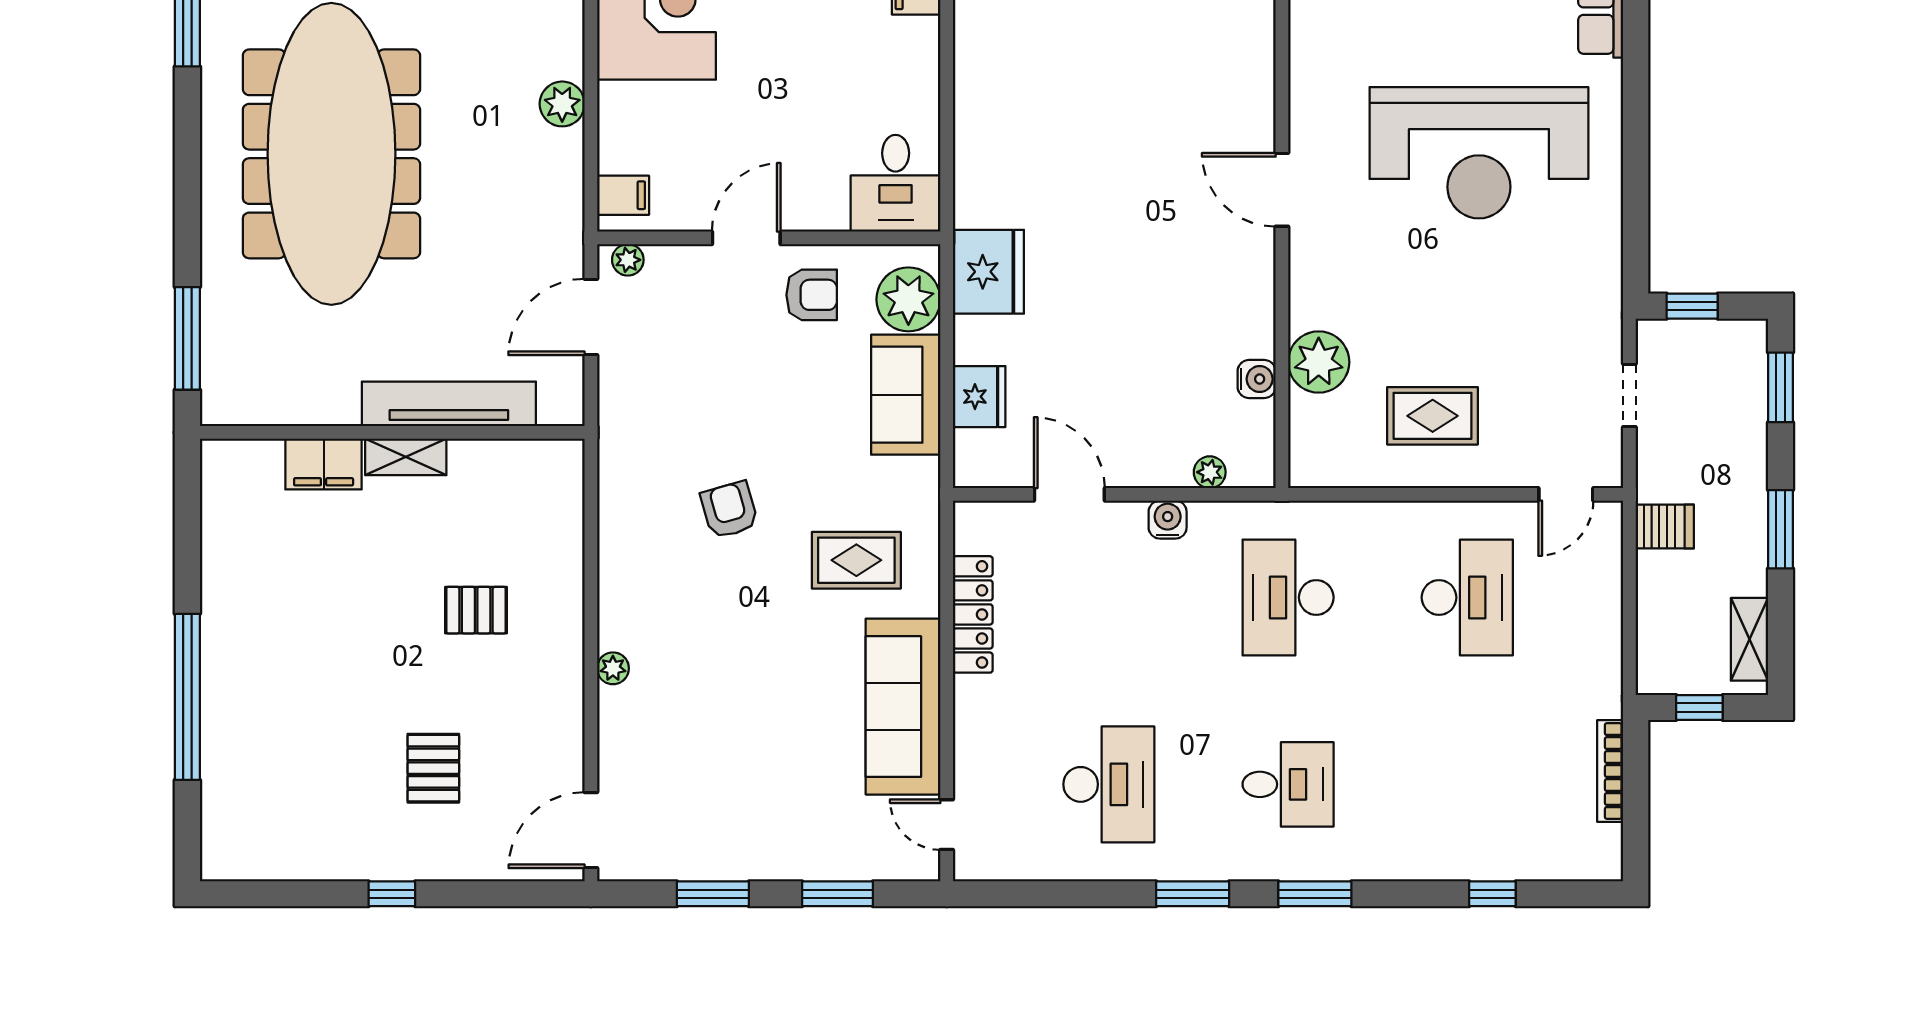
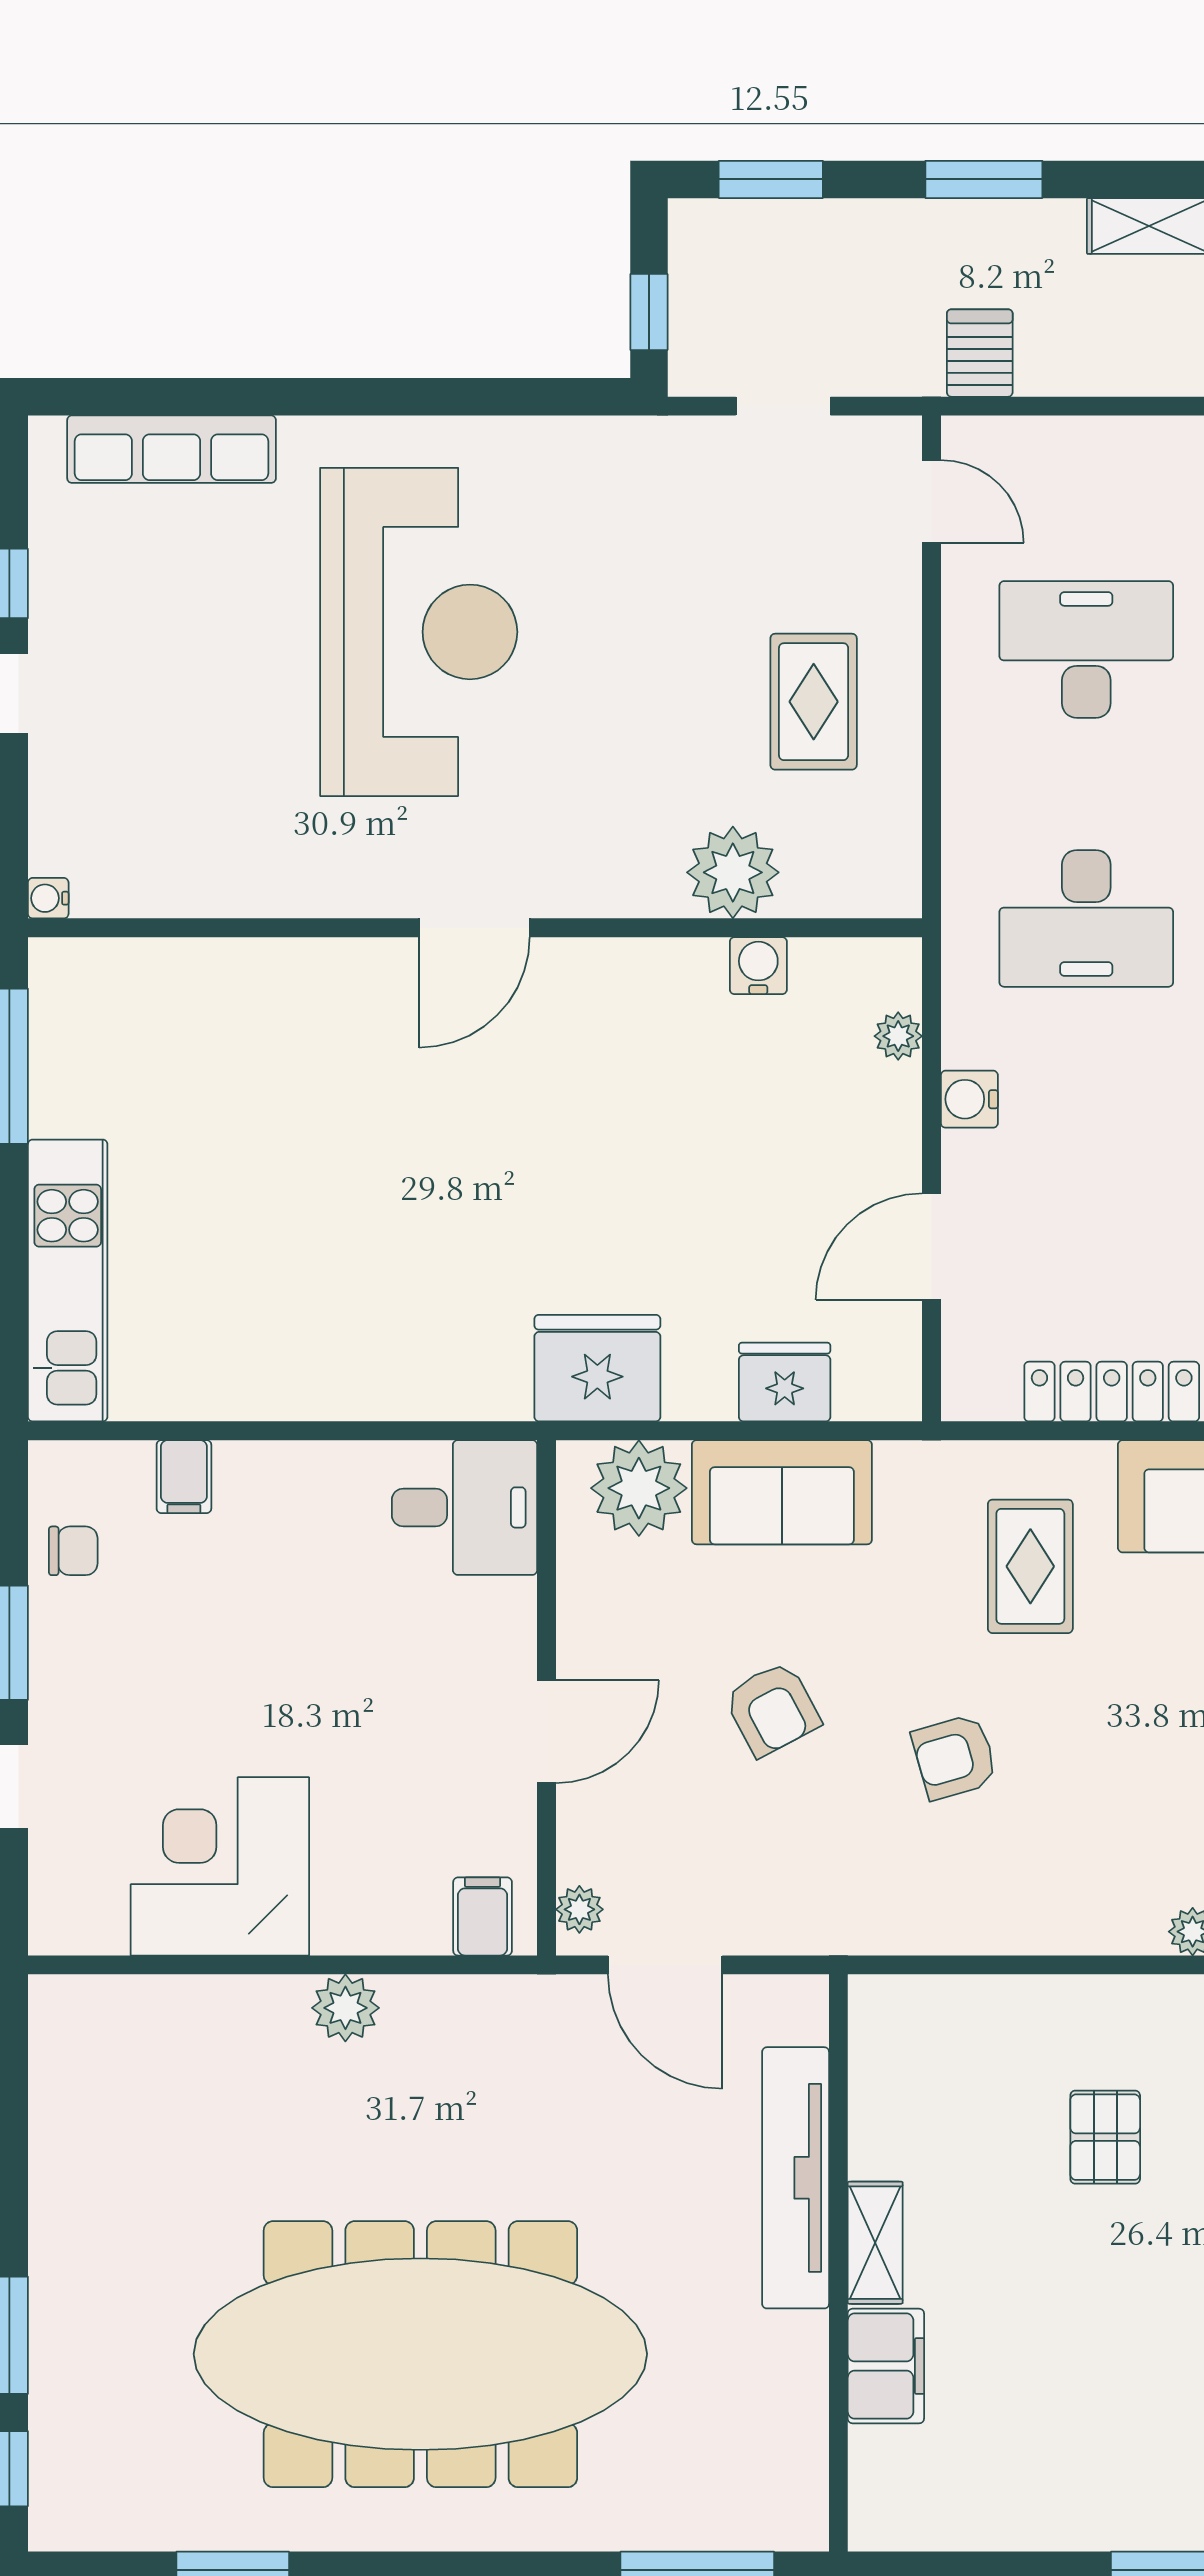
door: (746, 238) -> (546, 1732), swing flipped
armchair: (812, 295) -> (772, 1709), moved, turned 152

